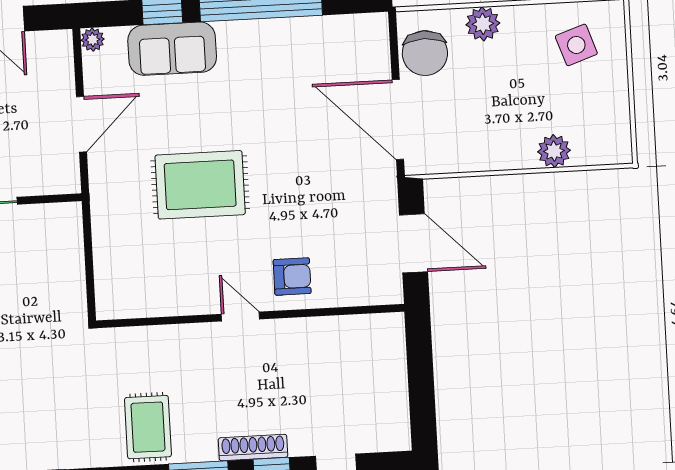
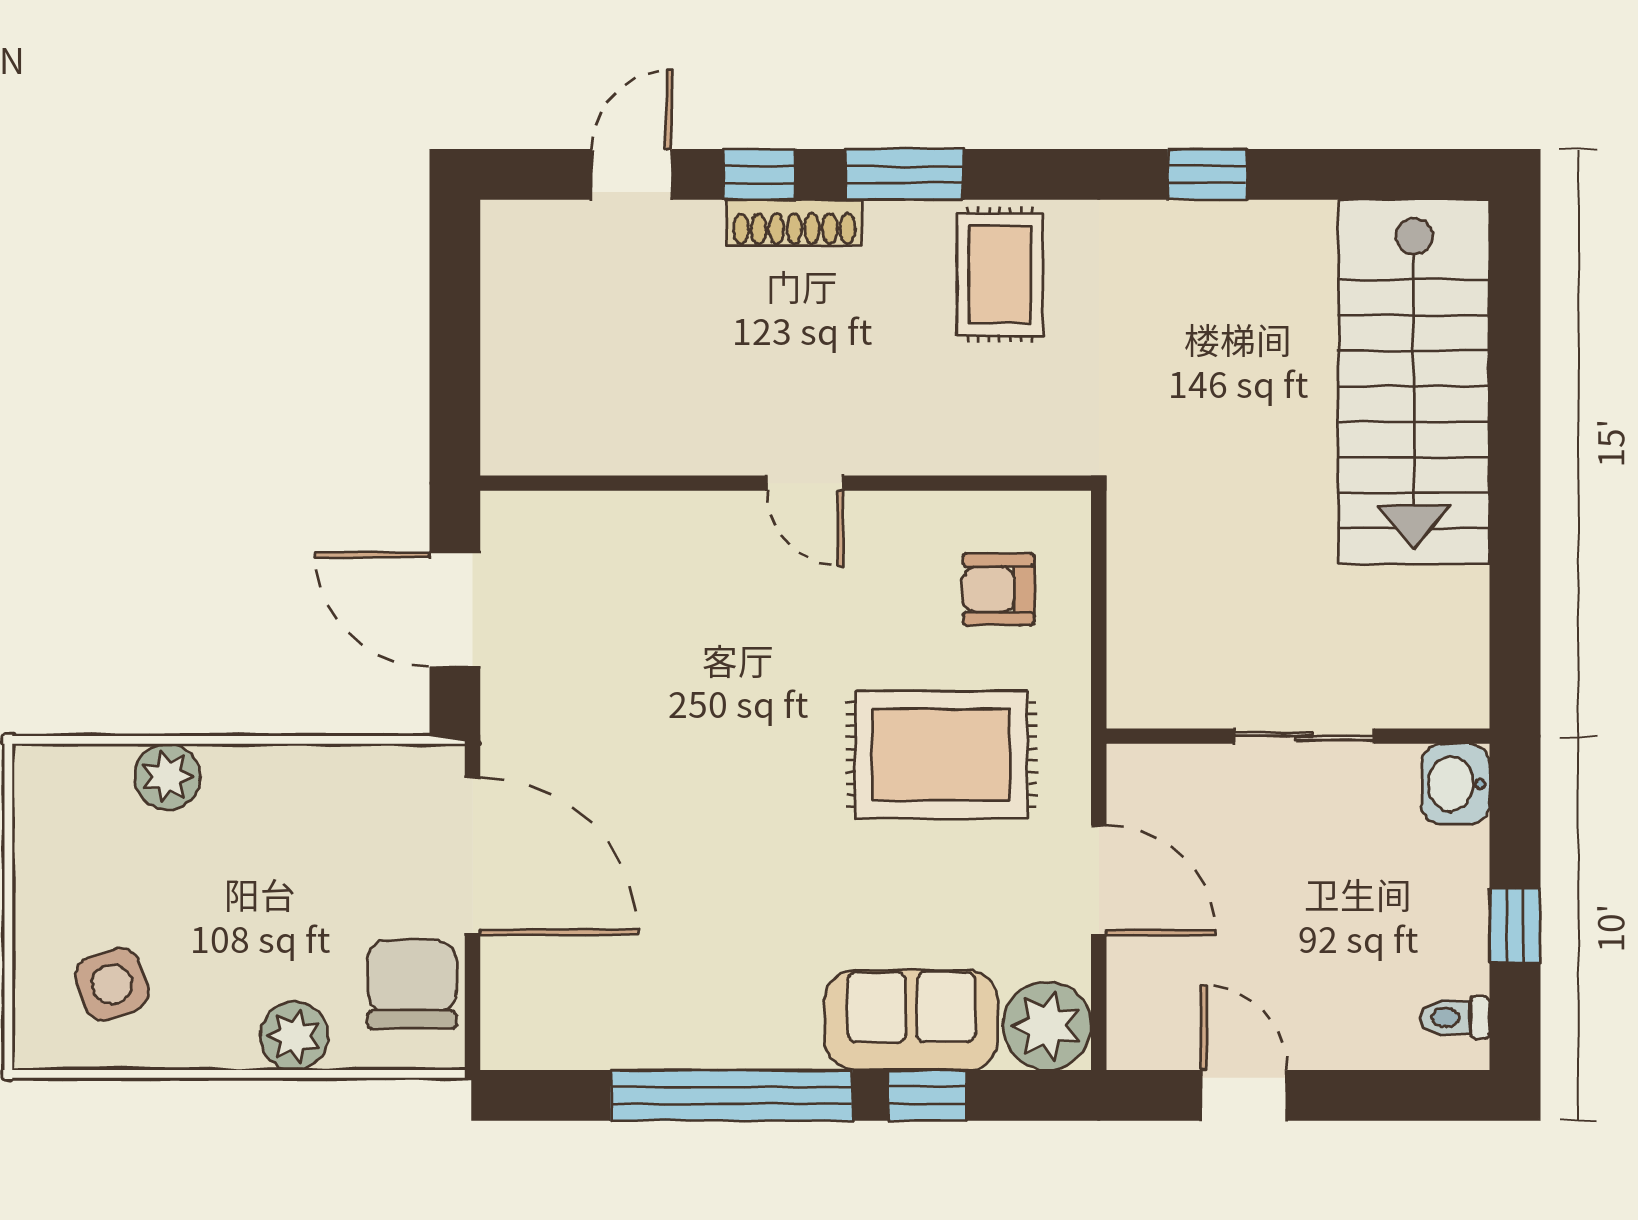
plant: (93, 40) -> (1047, 1026), width x1.88, depth x1.88
door: (81, 124) -> (1099, 880), swing flipped
rug: (200, 185) -> (941, 755), moved
armchair: (292, 276) -> (999, 589), moved

